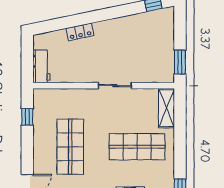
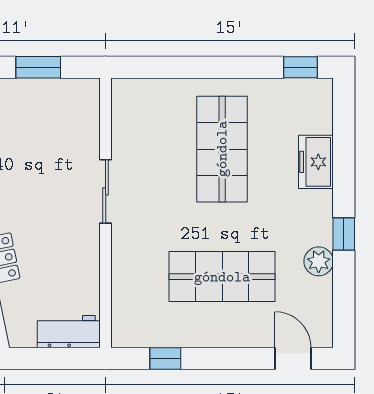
window: (180, 62) -> (38, 67), moved
shelving: (166, 108) -> (149, 93), removed

